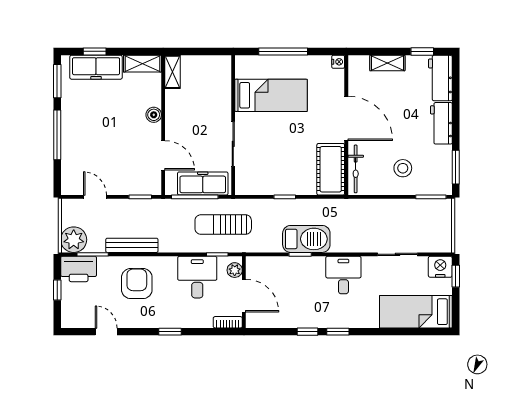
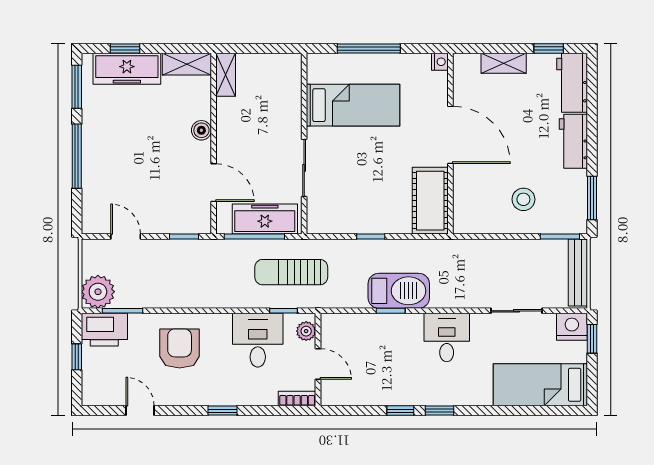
bicycle: (356, 169) -> (462, 200), removed
bench: (132, 245) -> (578, 272), moved, turned 90
door: (244, 296) -> (318, 364), width x0.73

